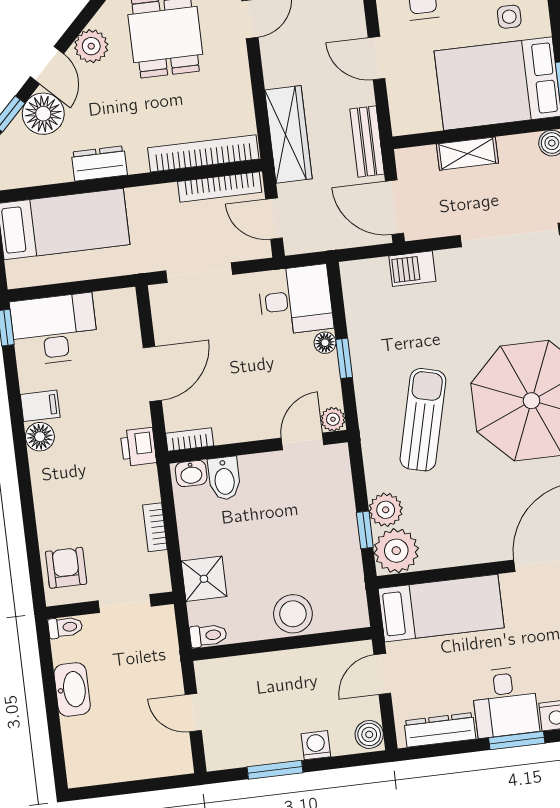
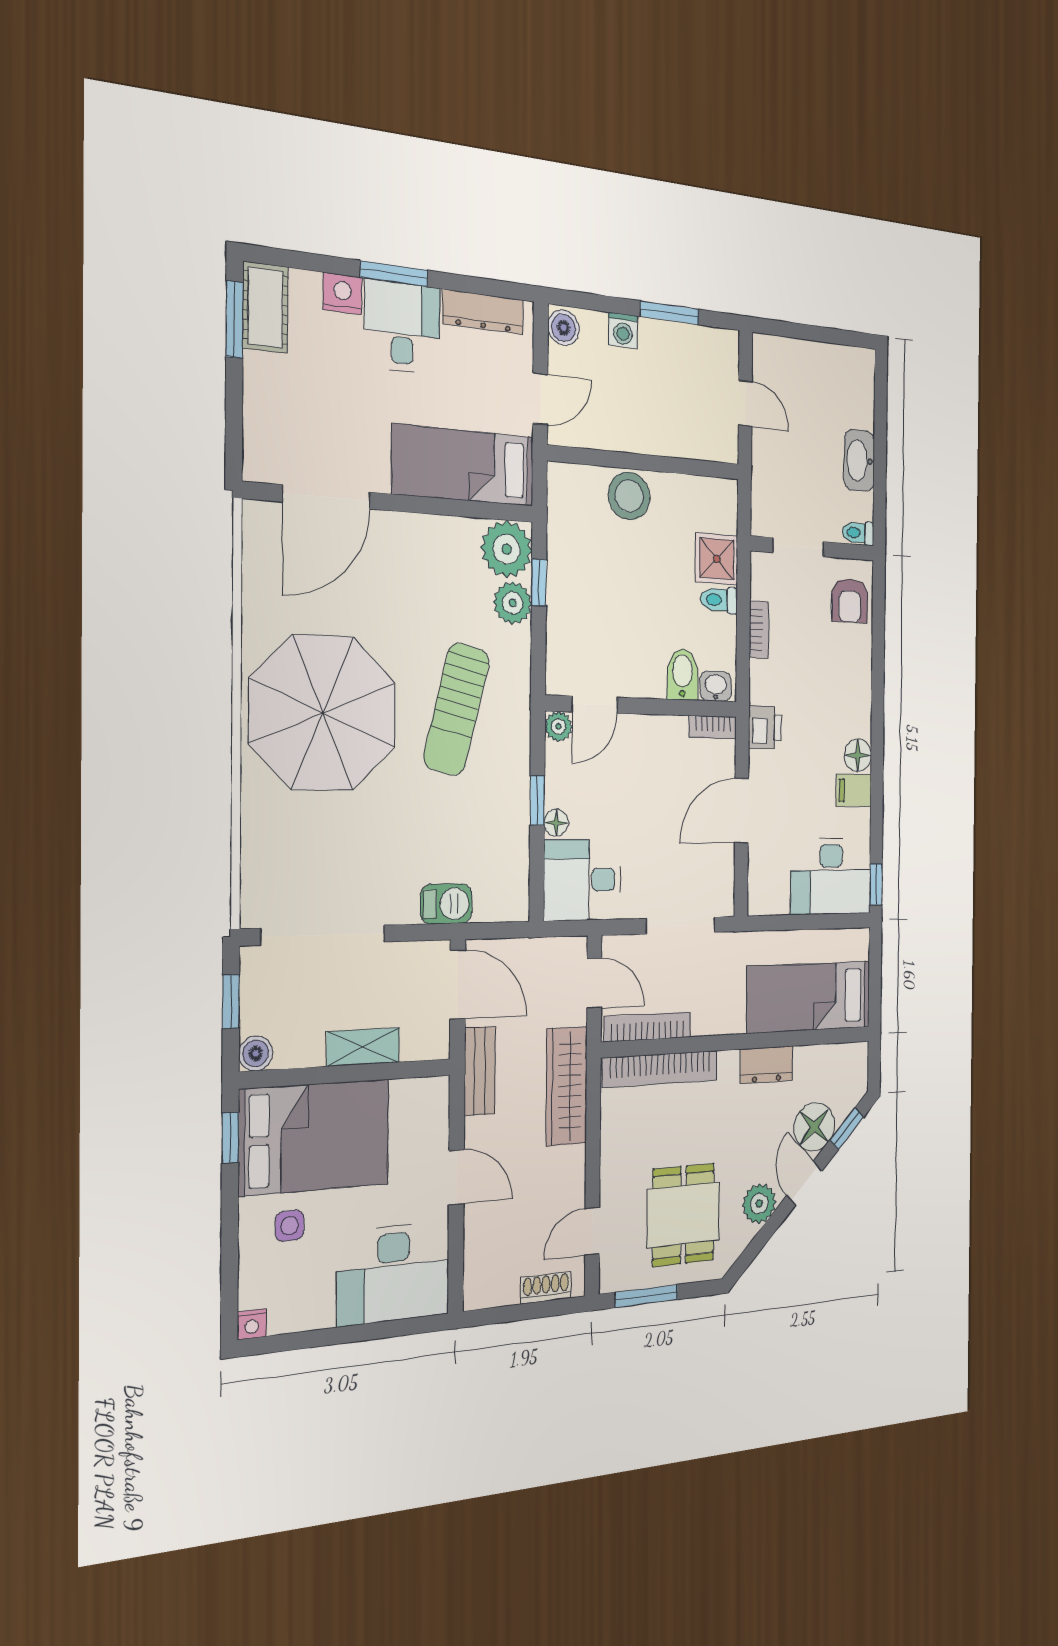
toilet: (208, 635) -> (719, 600), moved

